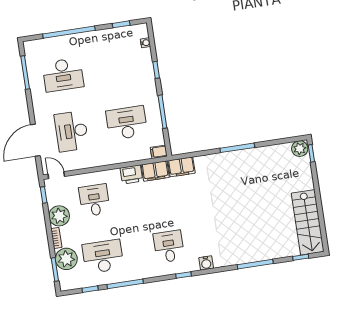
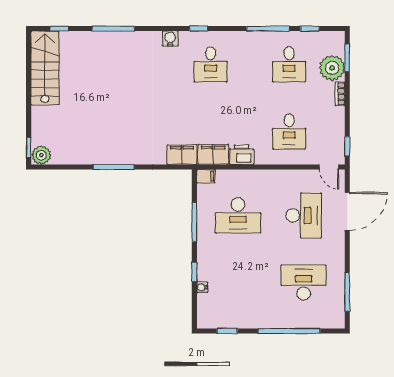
water cooler: (145, 43) -> (202, 287), moved
plant: (59, 216) -> (333, 119), removed
desk: (103, 256) -> (289, 64), width x0.73

